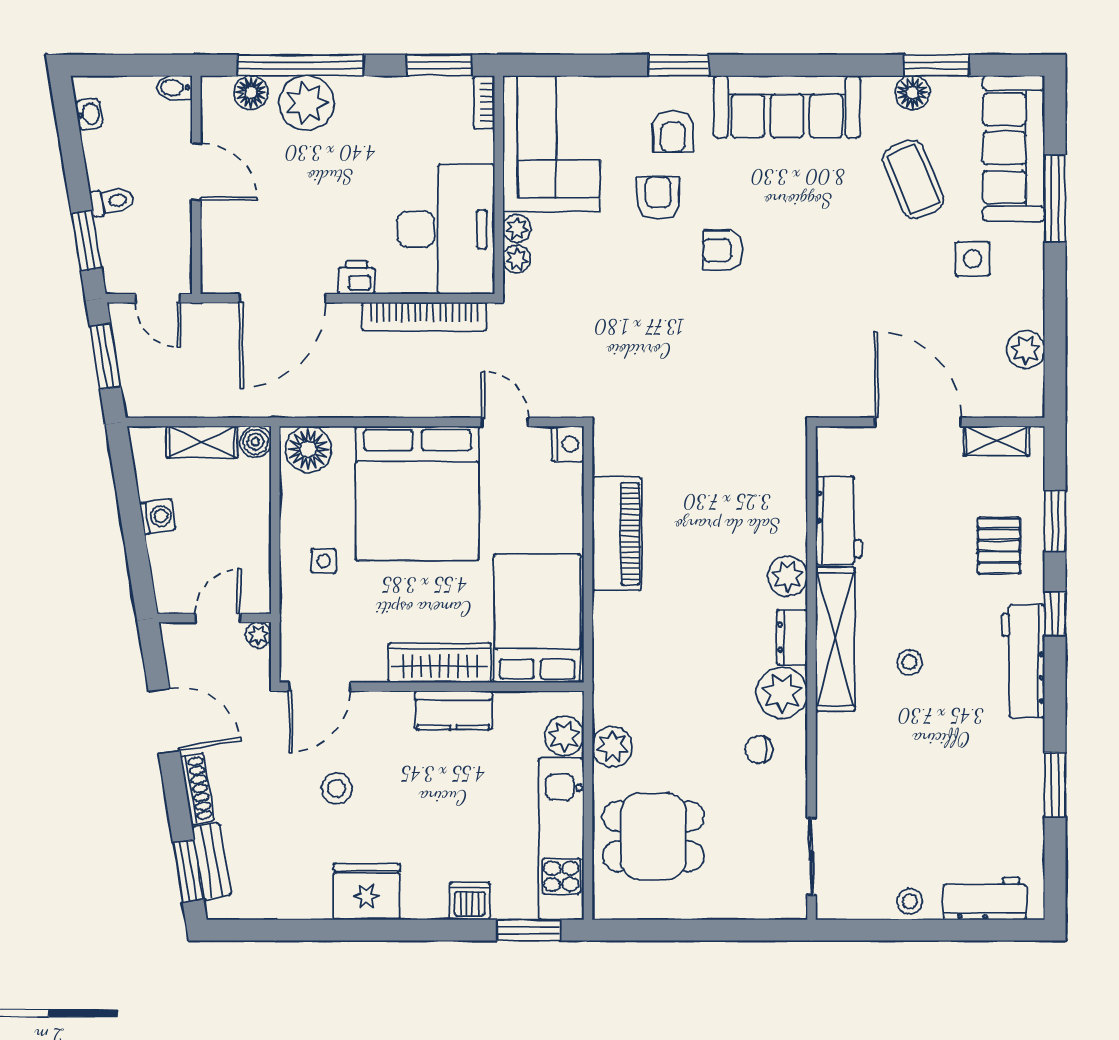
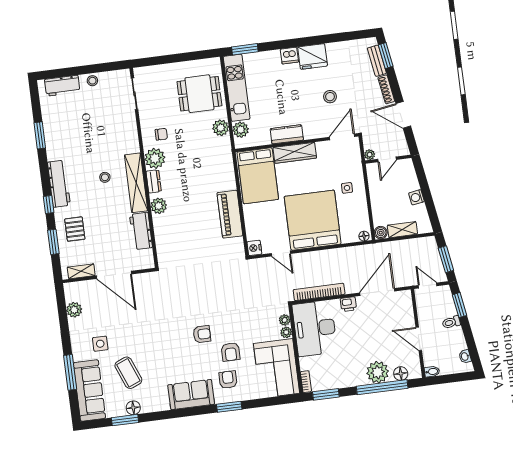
sofa: (787, 107) -> (191, 395), width x0.73
floor lamp: (308, 449) -> (364, 236), width x0.53, depth x0.53
dishwasher: (470, 901) -> (289, 56), moved

